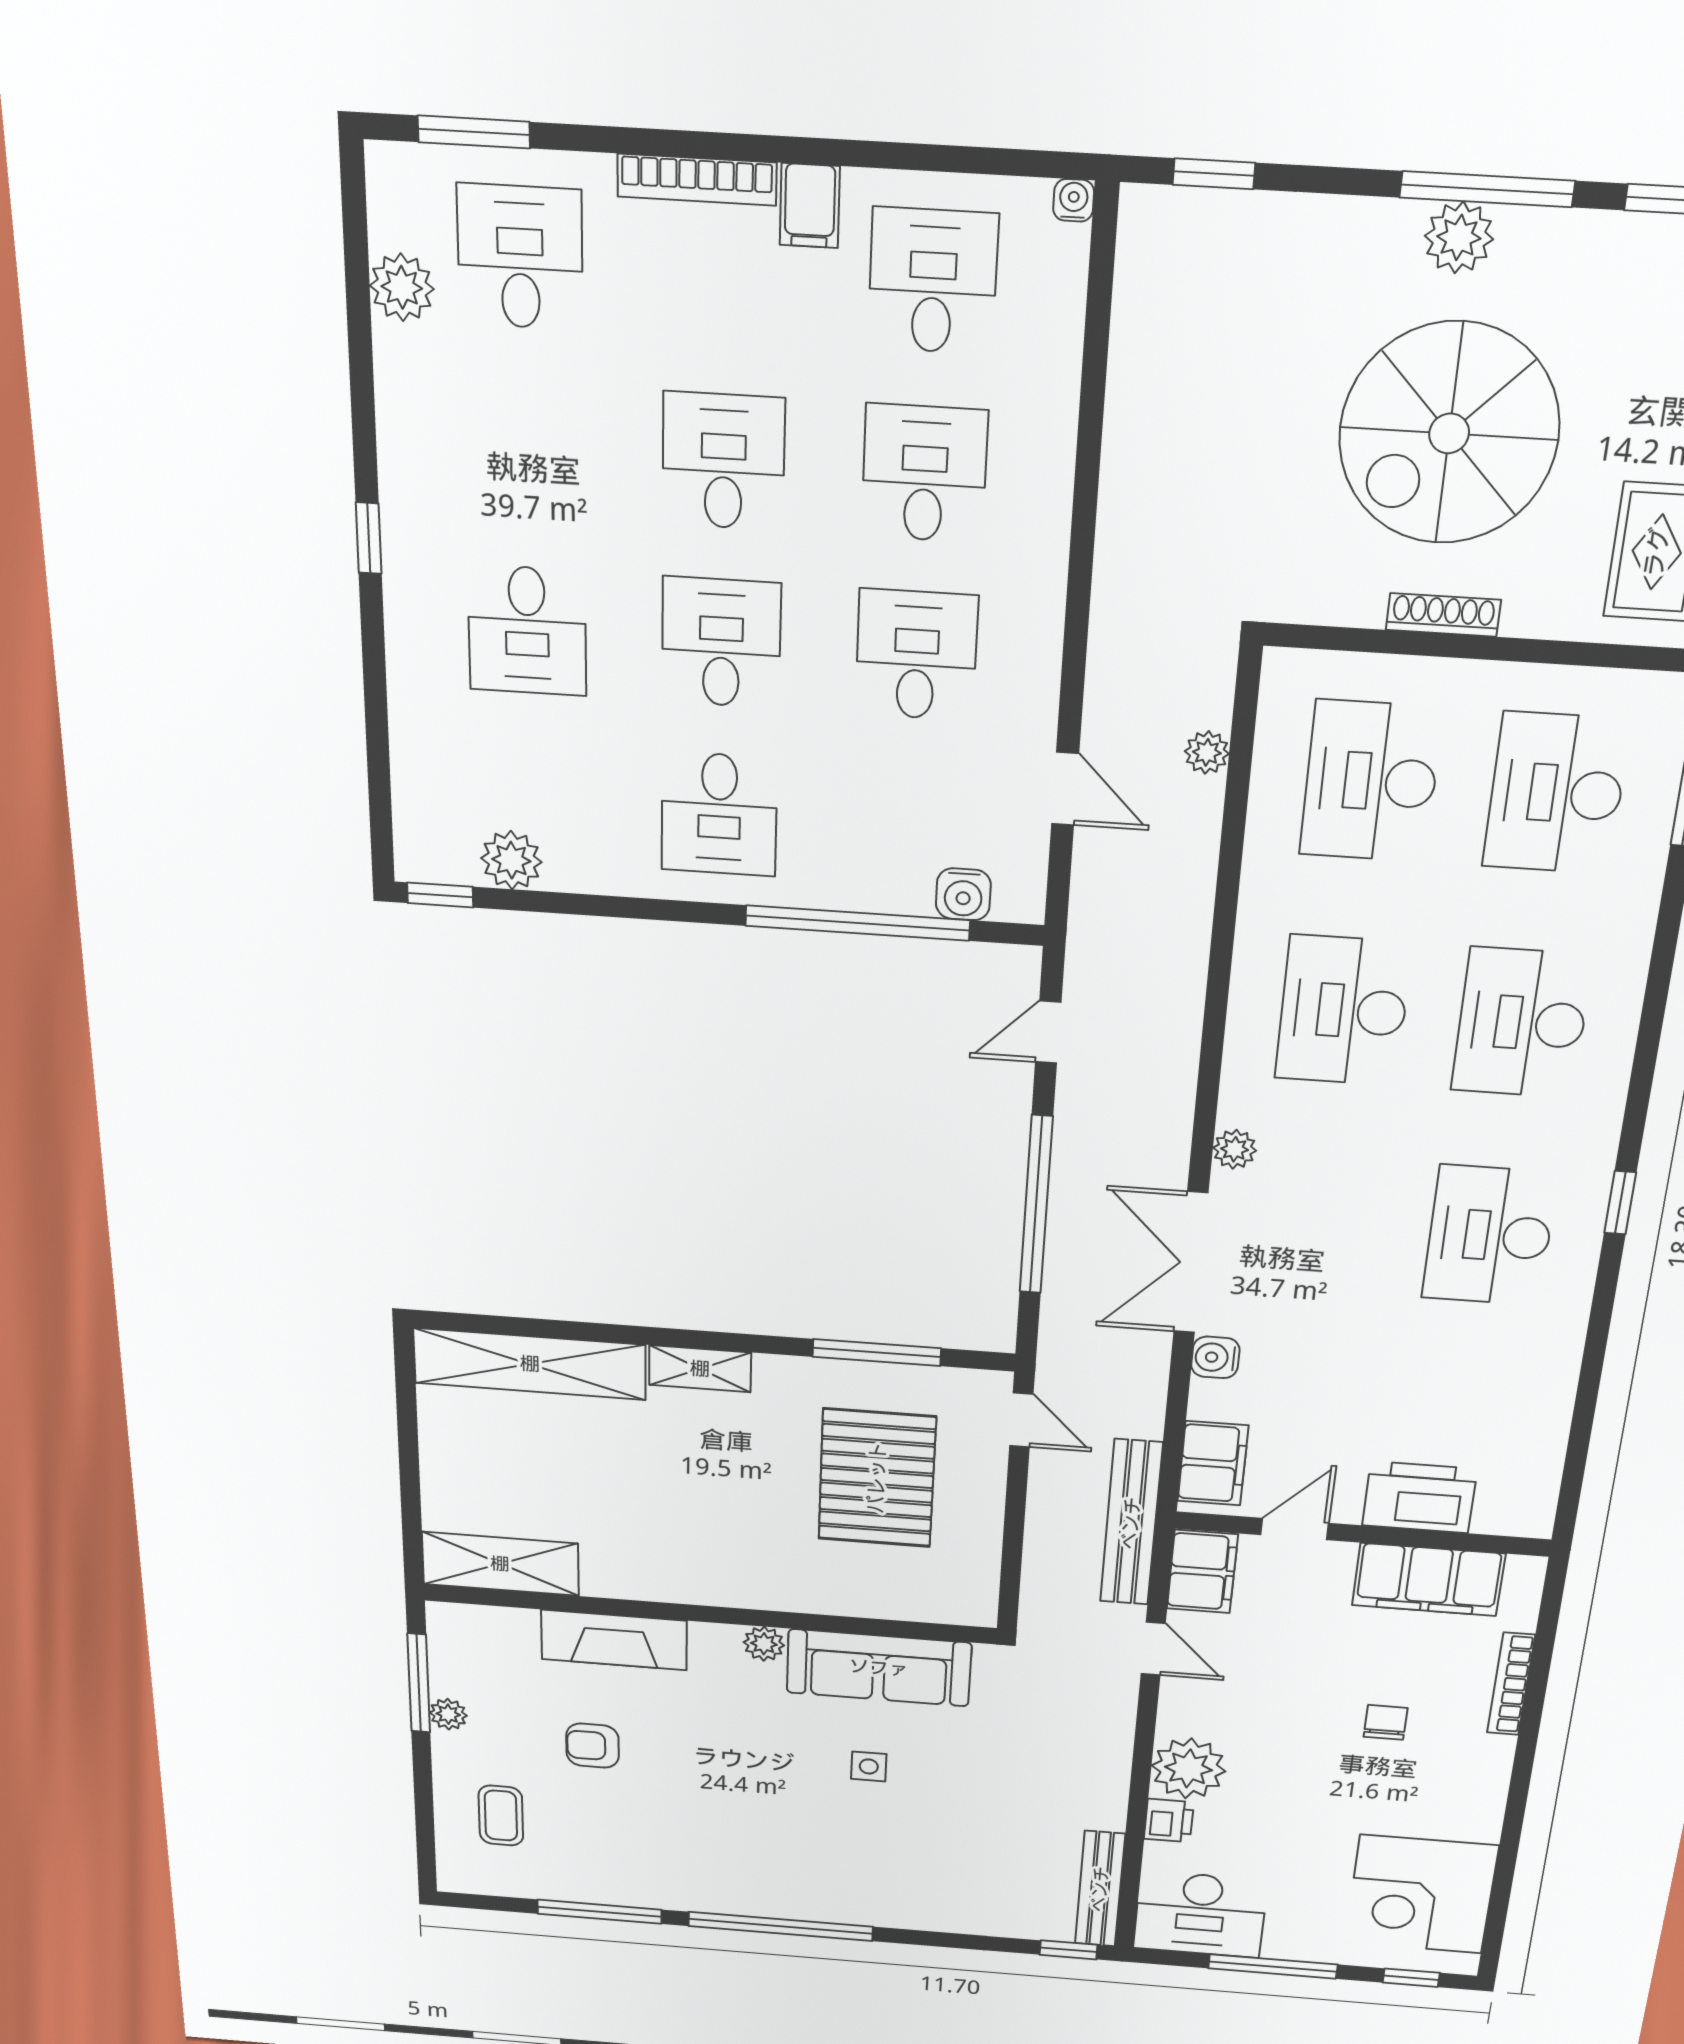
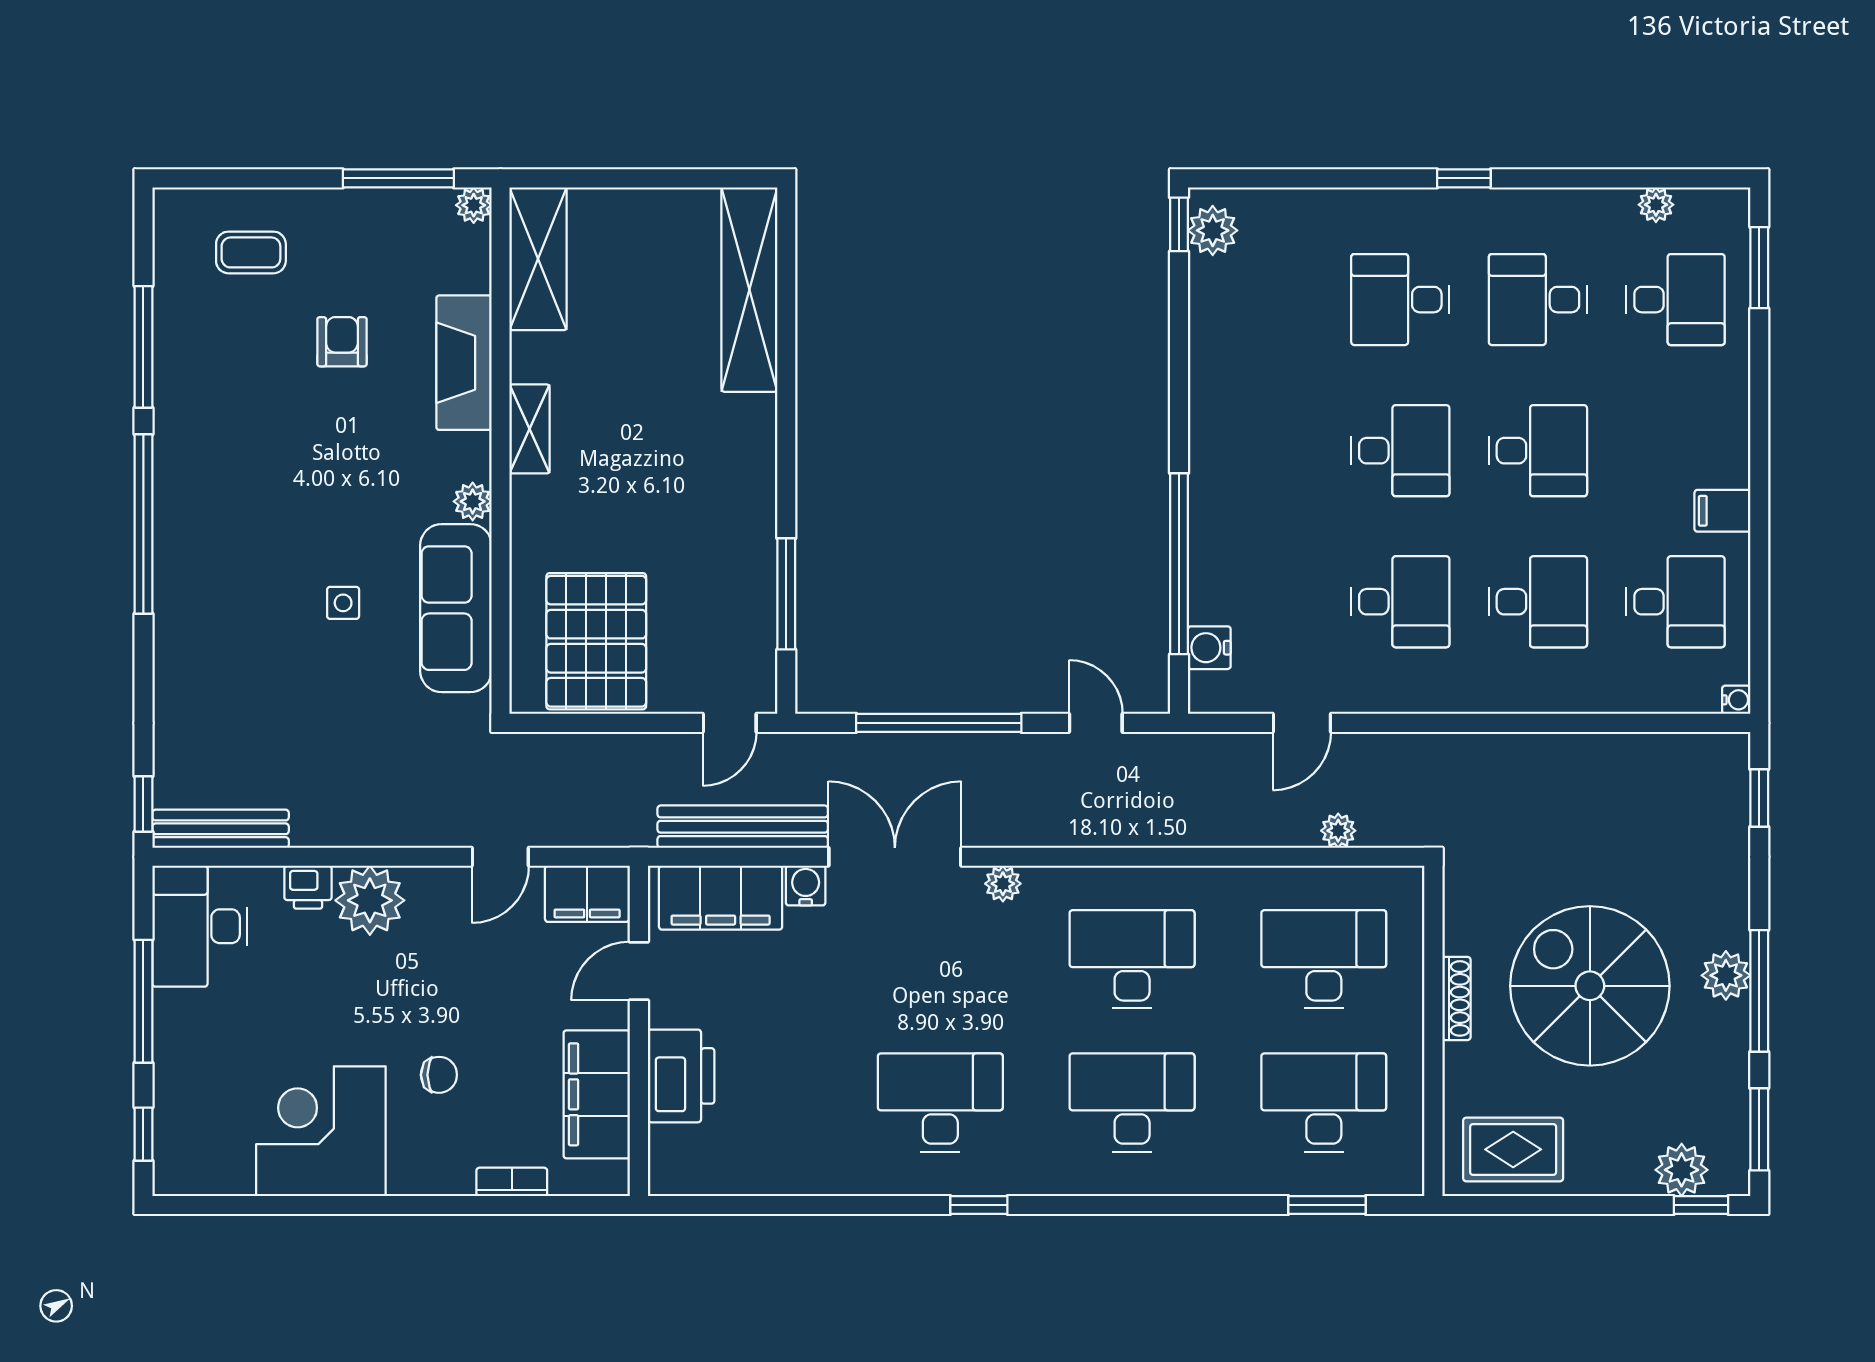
bookcase: (697, 180) -> (1736, 429), removed
plant: (402, 287) -> (1656, 205), width x0.73, depth x0.73
desk: (719, 814) -> (1538, 300), moved
plant: (511, 860) -> (1213, 230), moved
shelving: (700, 1369) -> (530, 429), moved
filing cabinet: (1213, 1463) -> (721, 898), width x1.50, depth x1.17
pallet: (877, 1478) -> (596, 641), moved, turned 90
bench: (1131, 1523) -> (743, 827), moved
door: (1295, 1529) -> (639, 971), swing flipped
bookcase: (1511, 1684) -> (512, 1182), width x0.64
plant: (448, 1714) -> (474, 205), moved
corner desk: (1421, 1894) -> (321, 1131), moved

